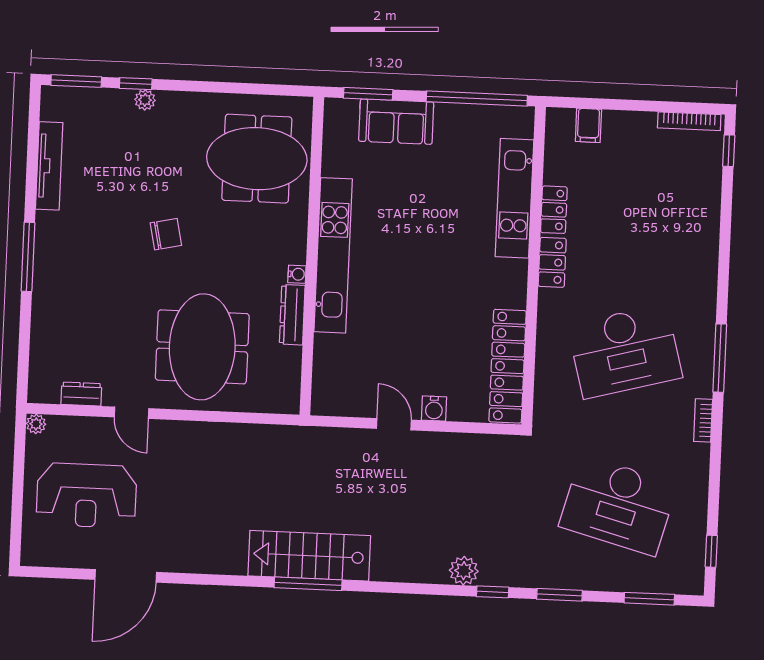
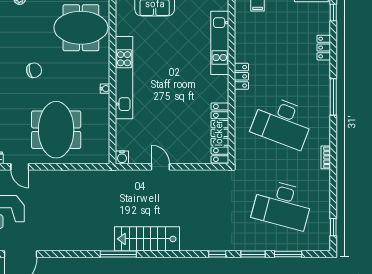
locker: (554, 210) -> (324, 48), moved, turned 180
dresser: (292, 315) -> (103, 110), removed
desk: (625, 351) -> (282, 122), turned 36
window: (720, 358) -> (333, 97), moved
water cooler: (434, 408) -> (122, 157), moved
stairs: (309, 556) -> (147, 239), moved
plant: (464, 571) -> (201, 243), removed
window: (649, 599) -> (288, 254), moved

